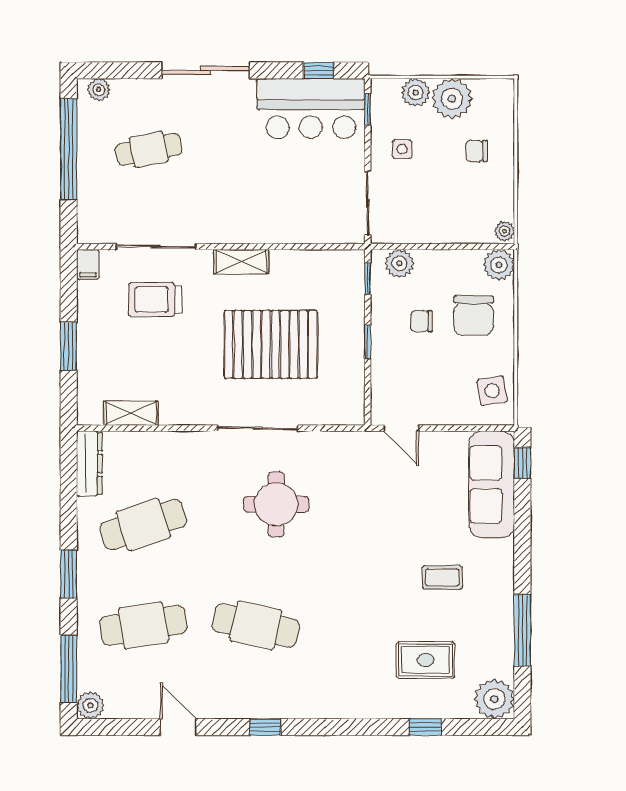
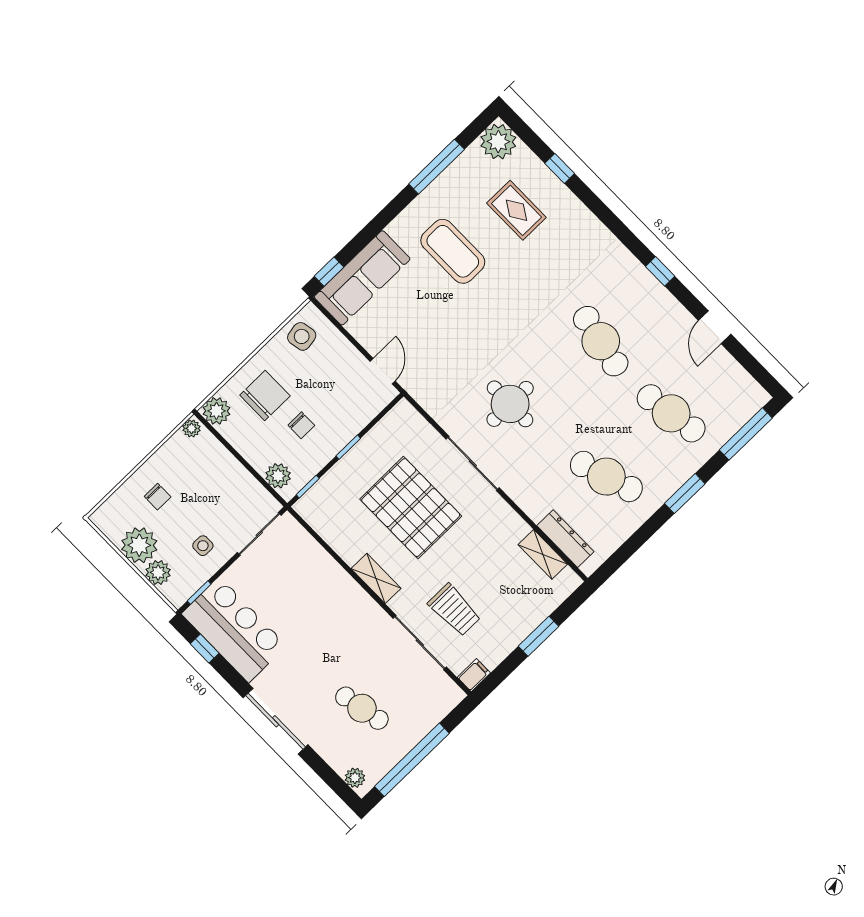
dresser: (89, 463) -> (565, 539), moved, turned 90
coffee table: (442, 577) -> (453, 251), width x1.86, depth x1.72
plant: (90, 705) -> (756, 397), removed

